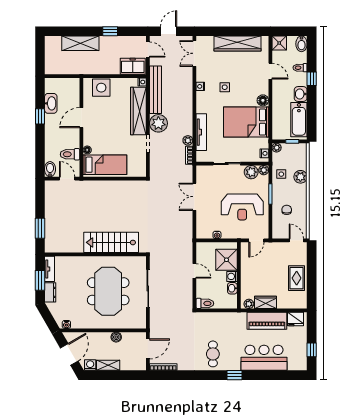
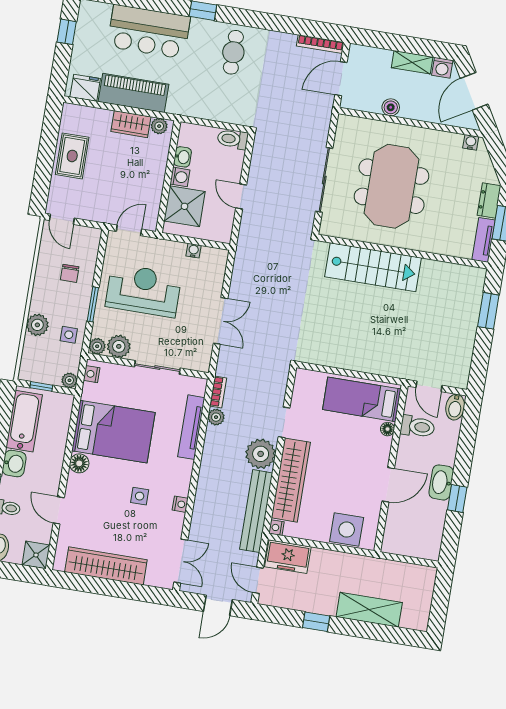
washbasin: (51, 103) -> (441, 482), moved

